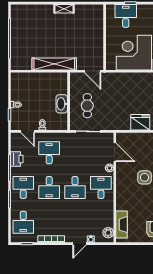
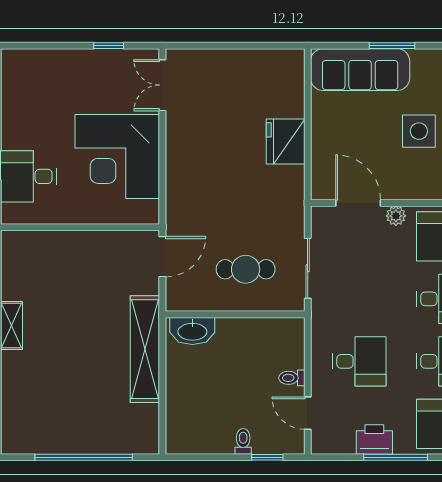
washbasin: (62, 104) -> (192, 331), moved
door: (28, 131) -> (308, 413), swing flipped
door: (115, 152) -> (358, 203), hinge flipped
desk: (49, 153) -> (359, 361), turned 180

